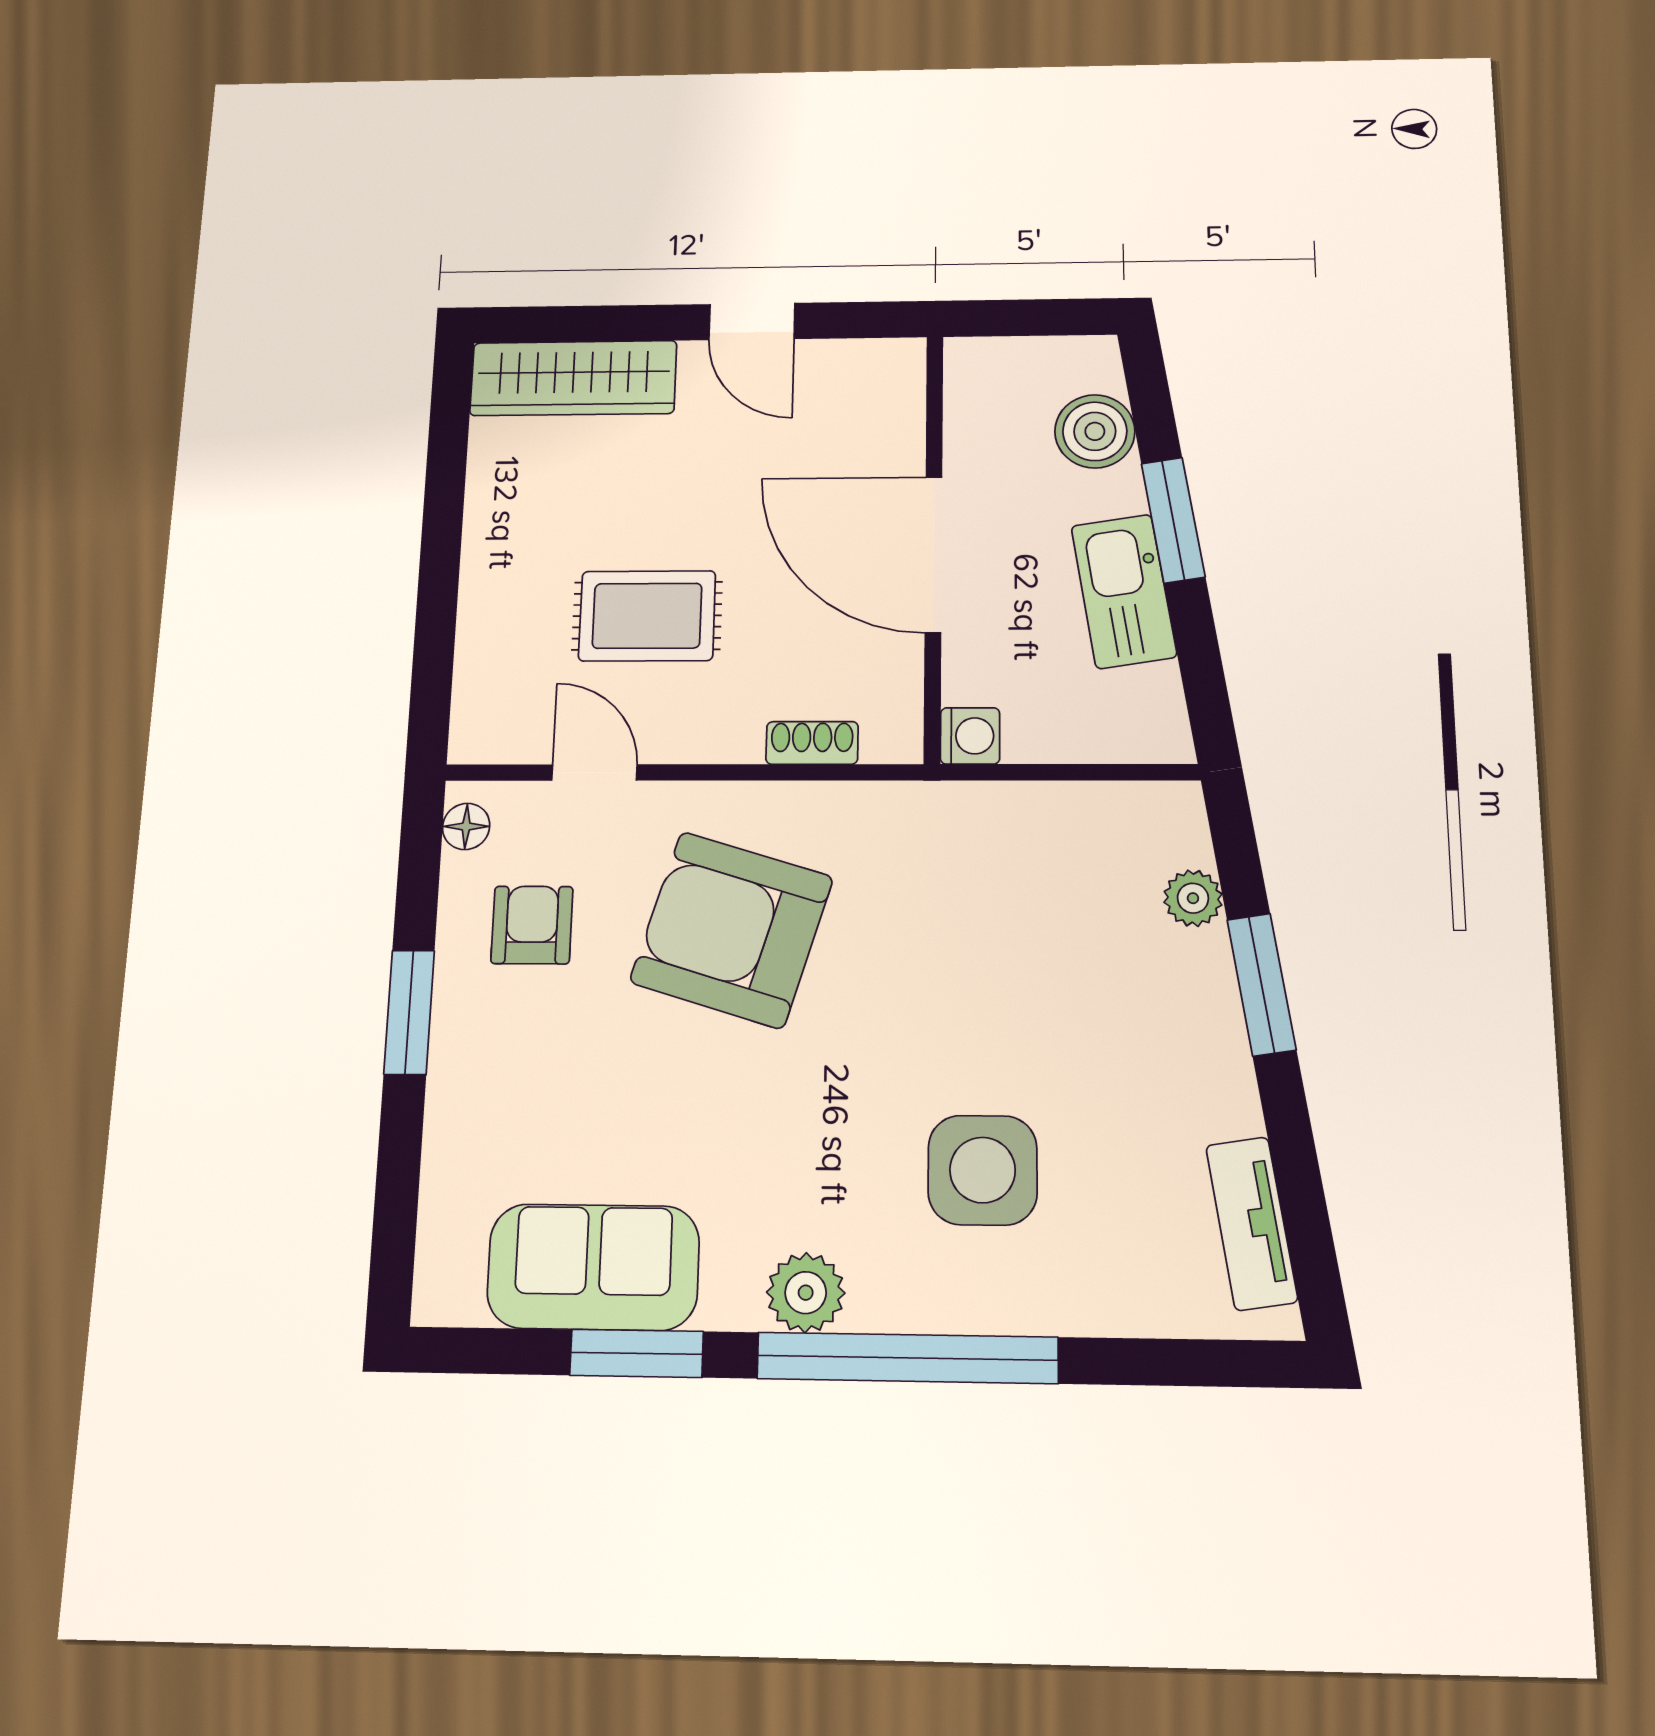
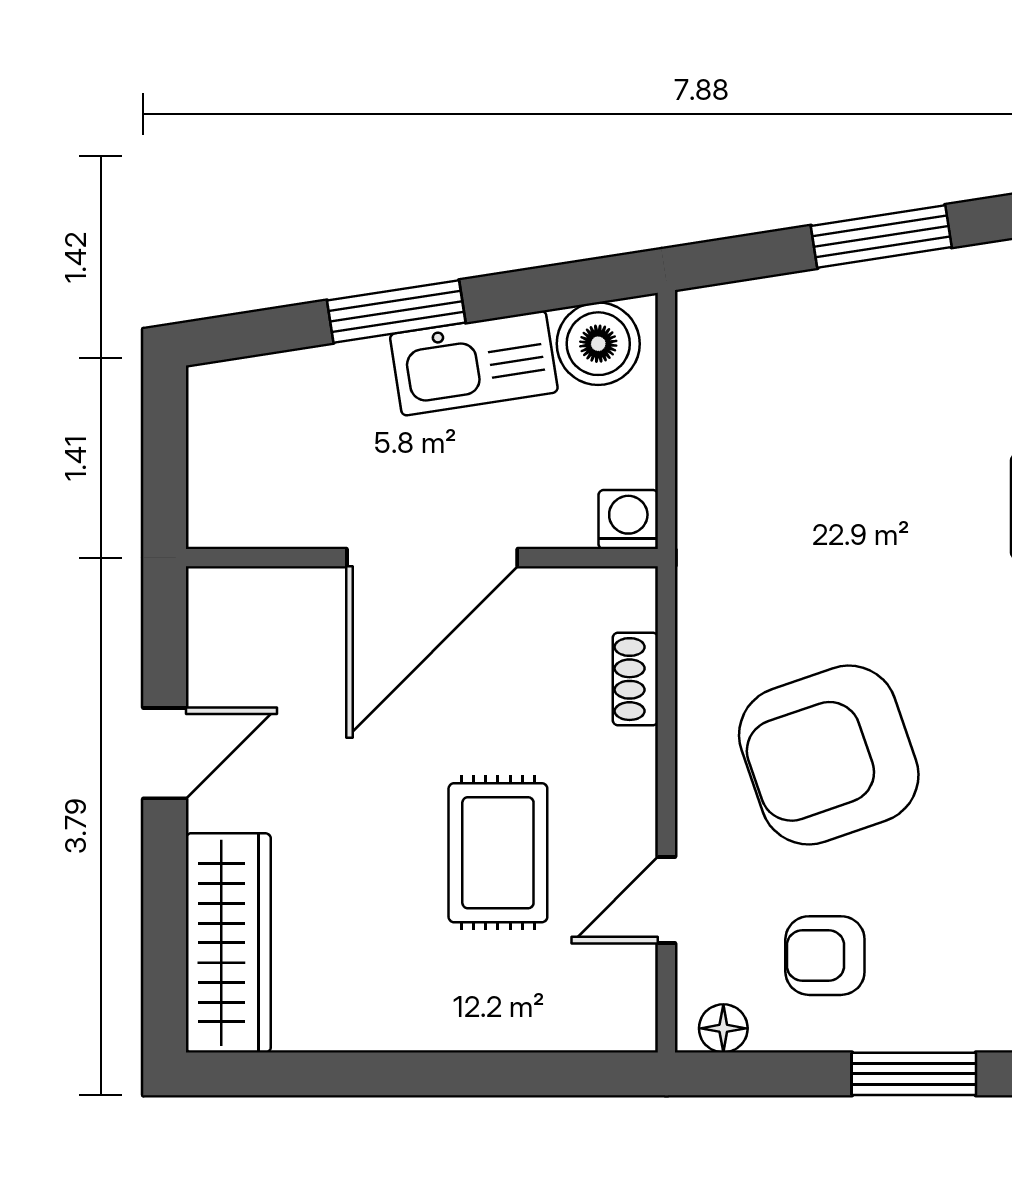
boiler: (1095, 431) -> (598, 344), moved
plant: (1193, 898) -> (795, 301), removed
armchair: (732, 929) -> (829, 755), turned 54

